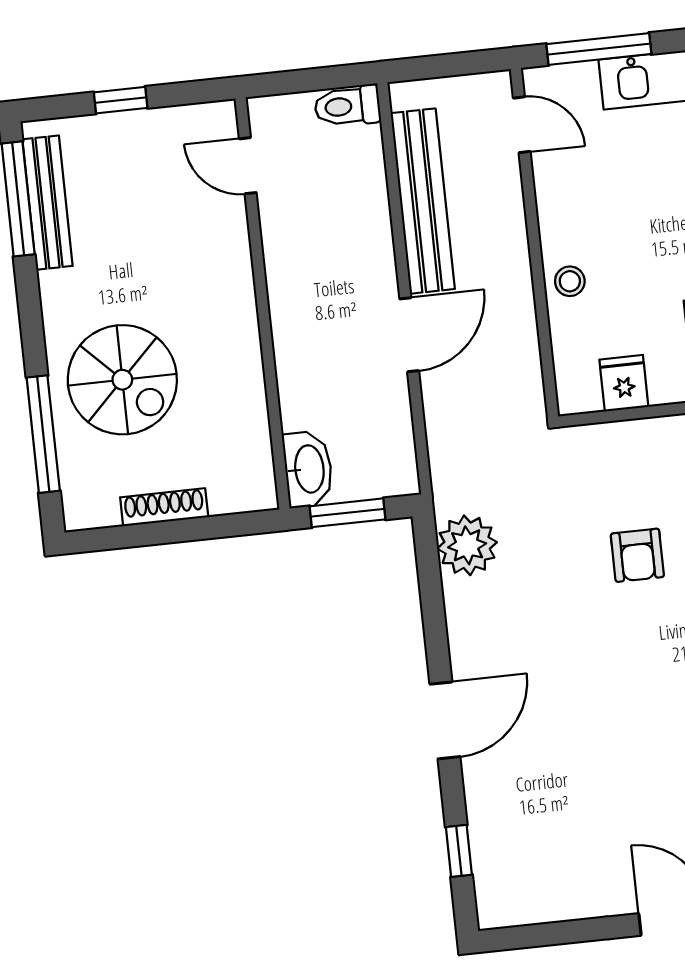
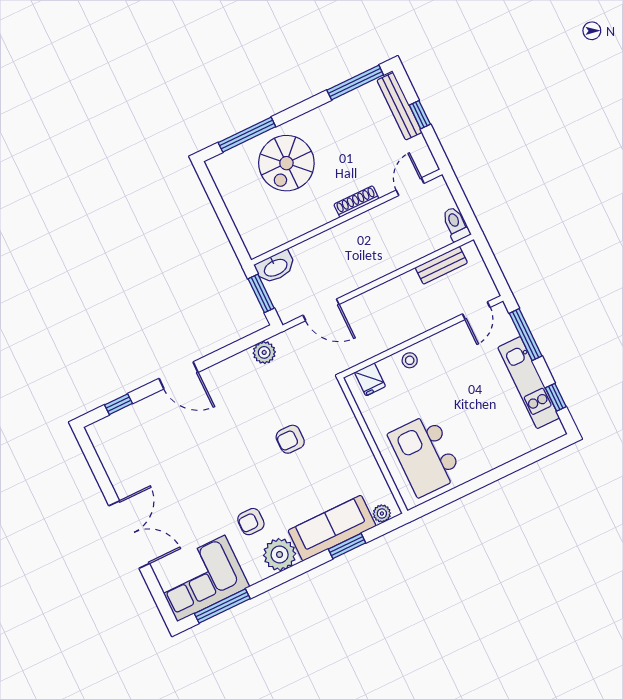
bench: (423, 201) -> (441, 265), width x0.54, depth x0.82
bench: (47, 203) -> (399, 106), moved, turned 90
door: (409, 335) -> (321, 310), moved
fridge: (624, 383) -> (370, 379), moved, turned 90
shoe rack: (164, 507) -> (356, 201), moved, turned -90
plant: (467, 545) -> (264, 352), width x0.73, depth x0.73

